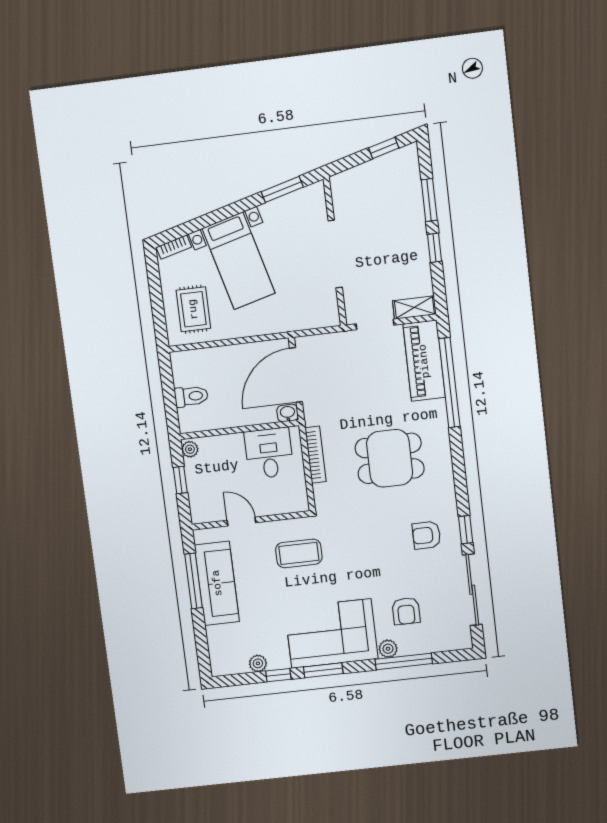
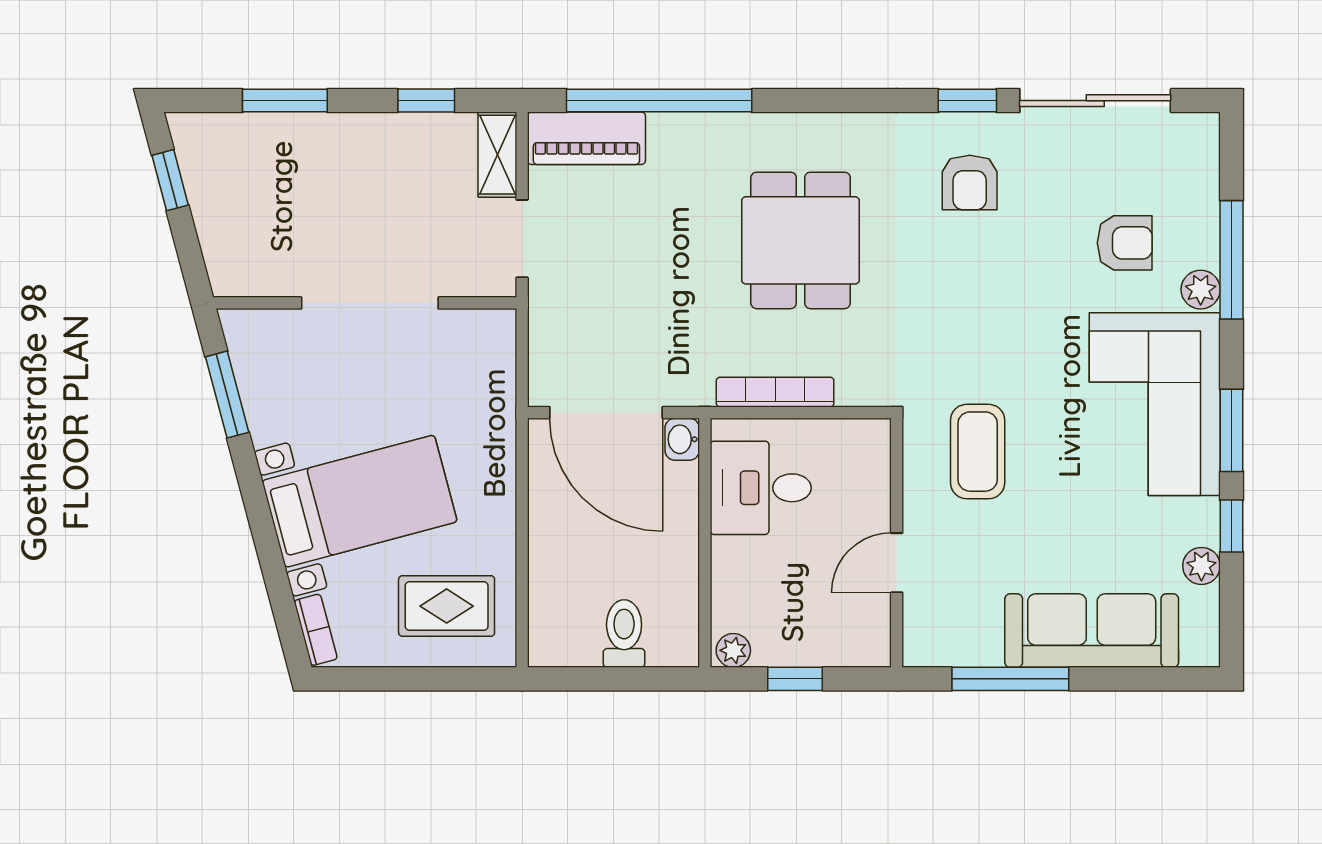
window: (434, 248) -> (426, 101), moved
piano: (424, 361) -> (586, 138), width x0.73, depth x0.75
sofa: (217, 583) -> (1092, 631), moved

